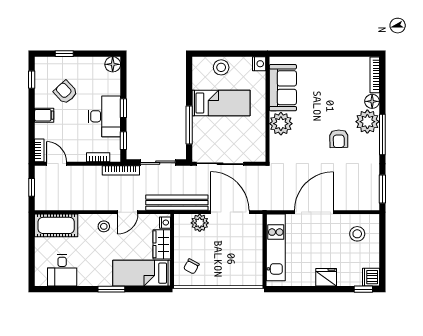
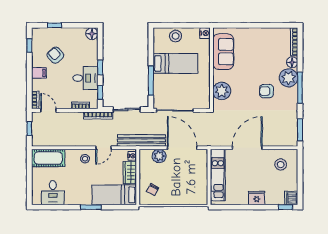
desk: (104, 116) -> (85, 78), width x0.73
plant: (281, 124) -> (222, 91), moved
armchair: (339, 139) -> (266, 91), turned 91

